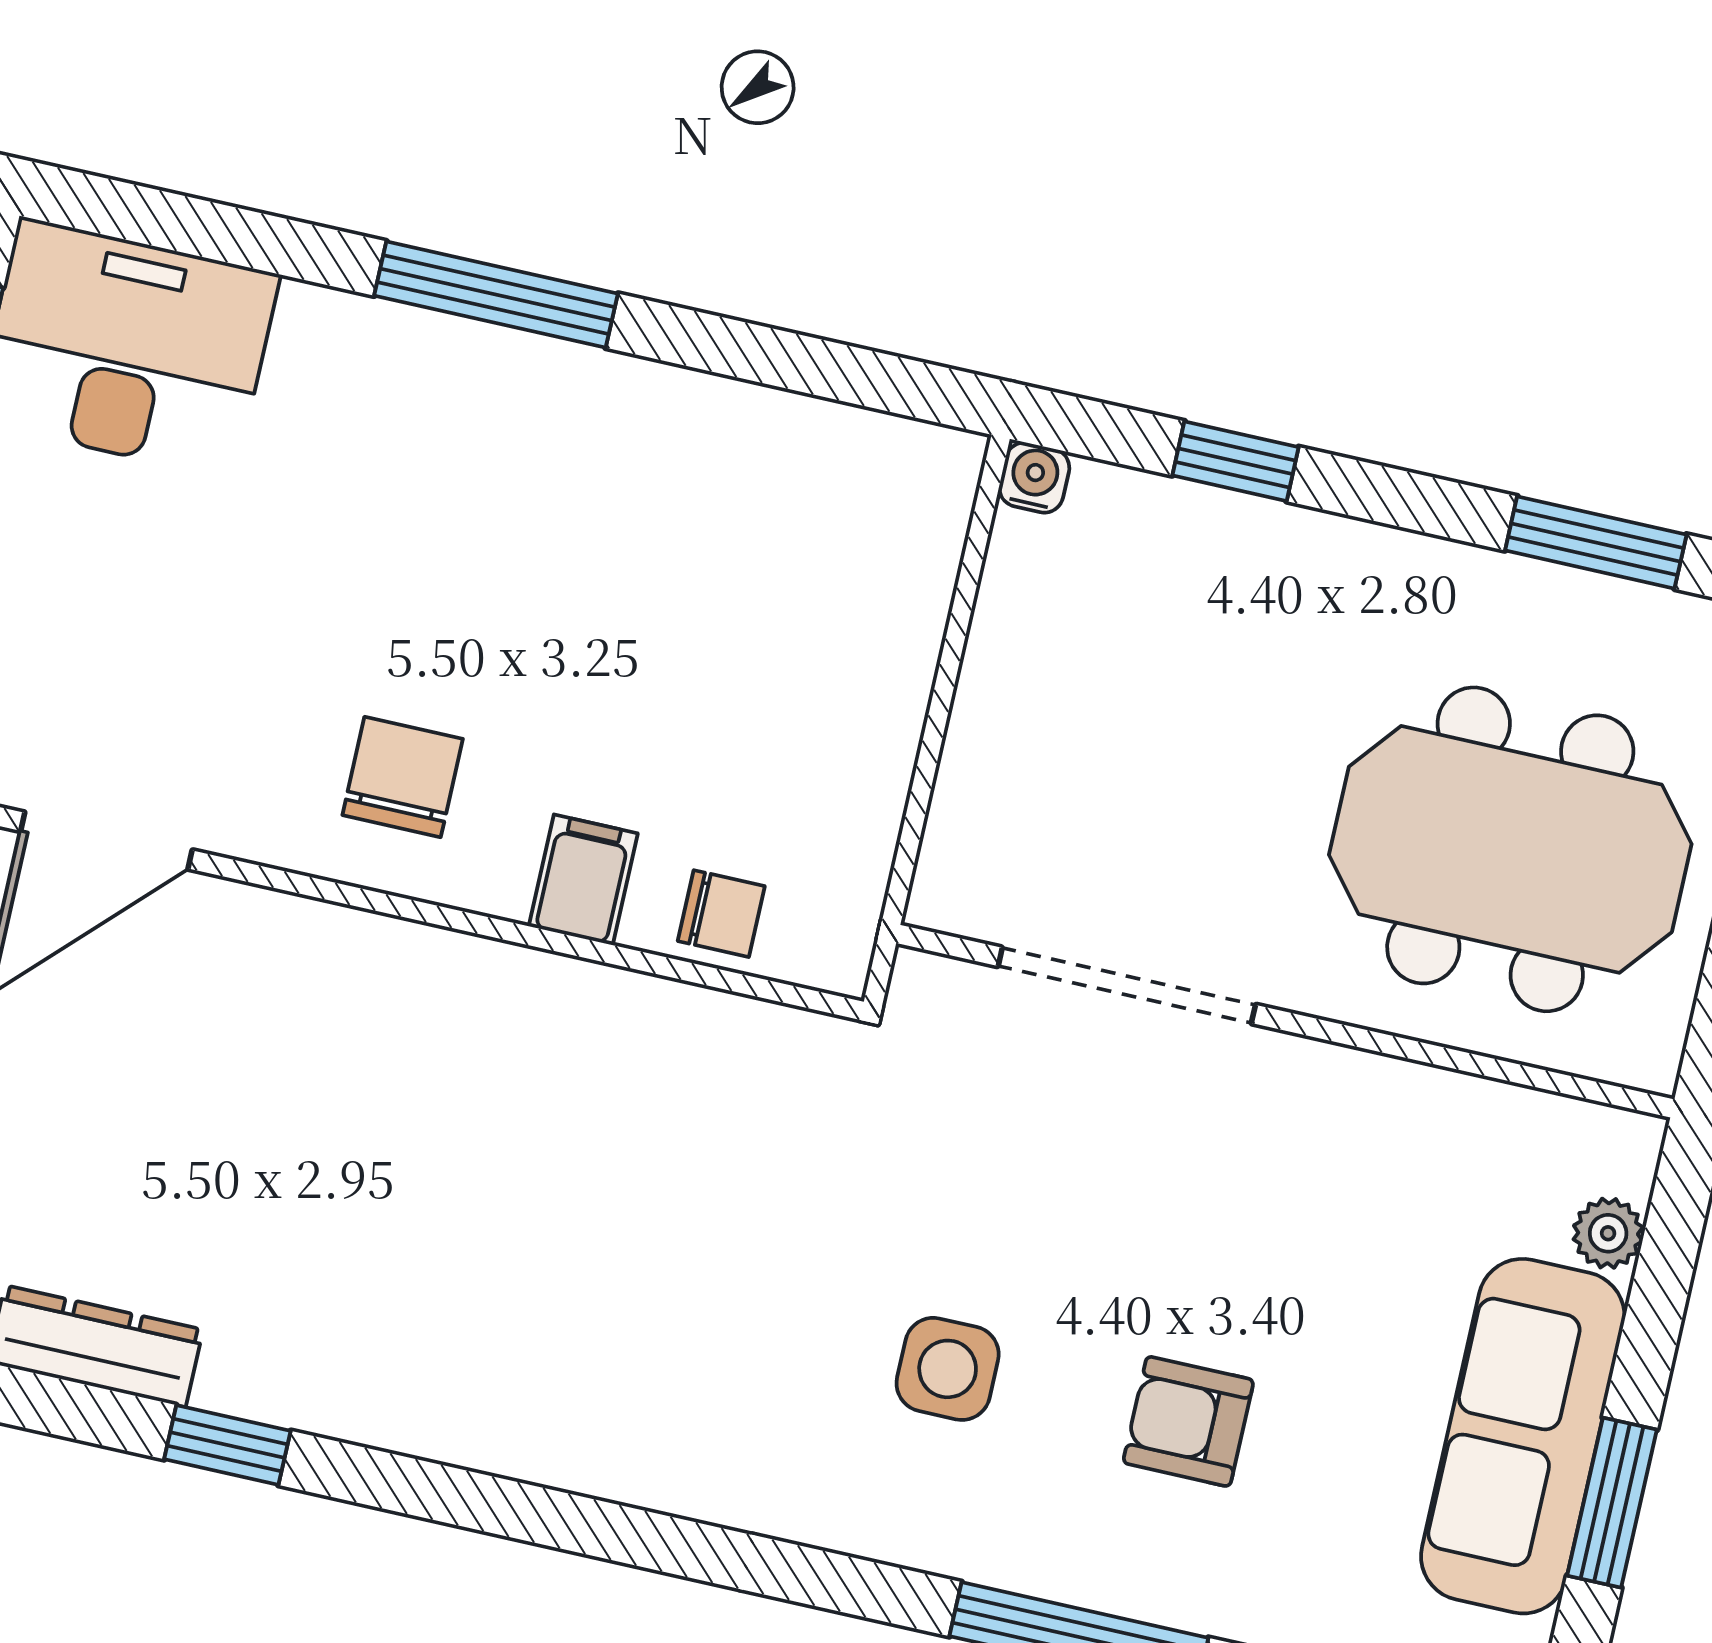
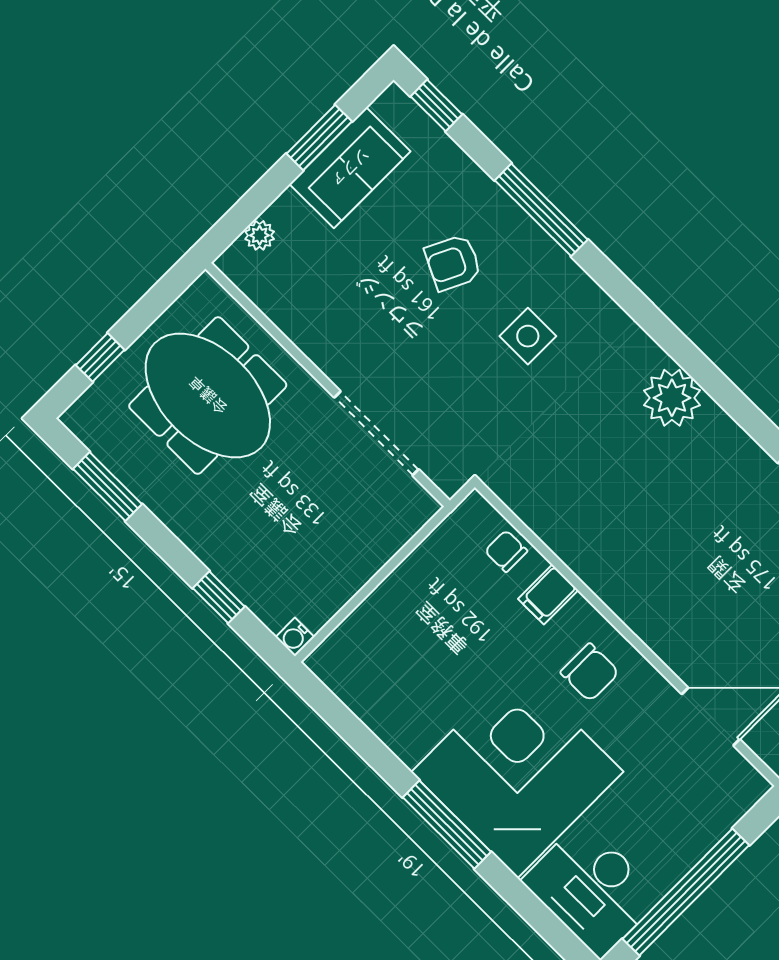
corner desk: (422, 488) -> (517, 772), added
chair: (403, 777) -> (590, 672), turned -90
armchair: (1188, 1421) -> (453, 263), turned 116
plant: (583, 1427) -> (672, 398), added
sofa: (1523, 1436) -> (350, 168), width x0.73

